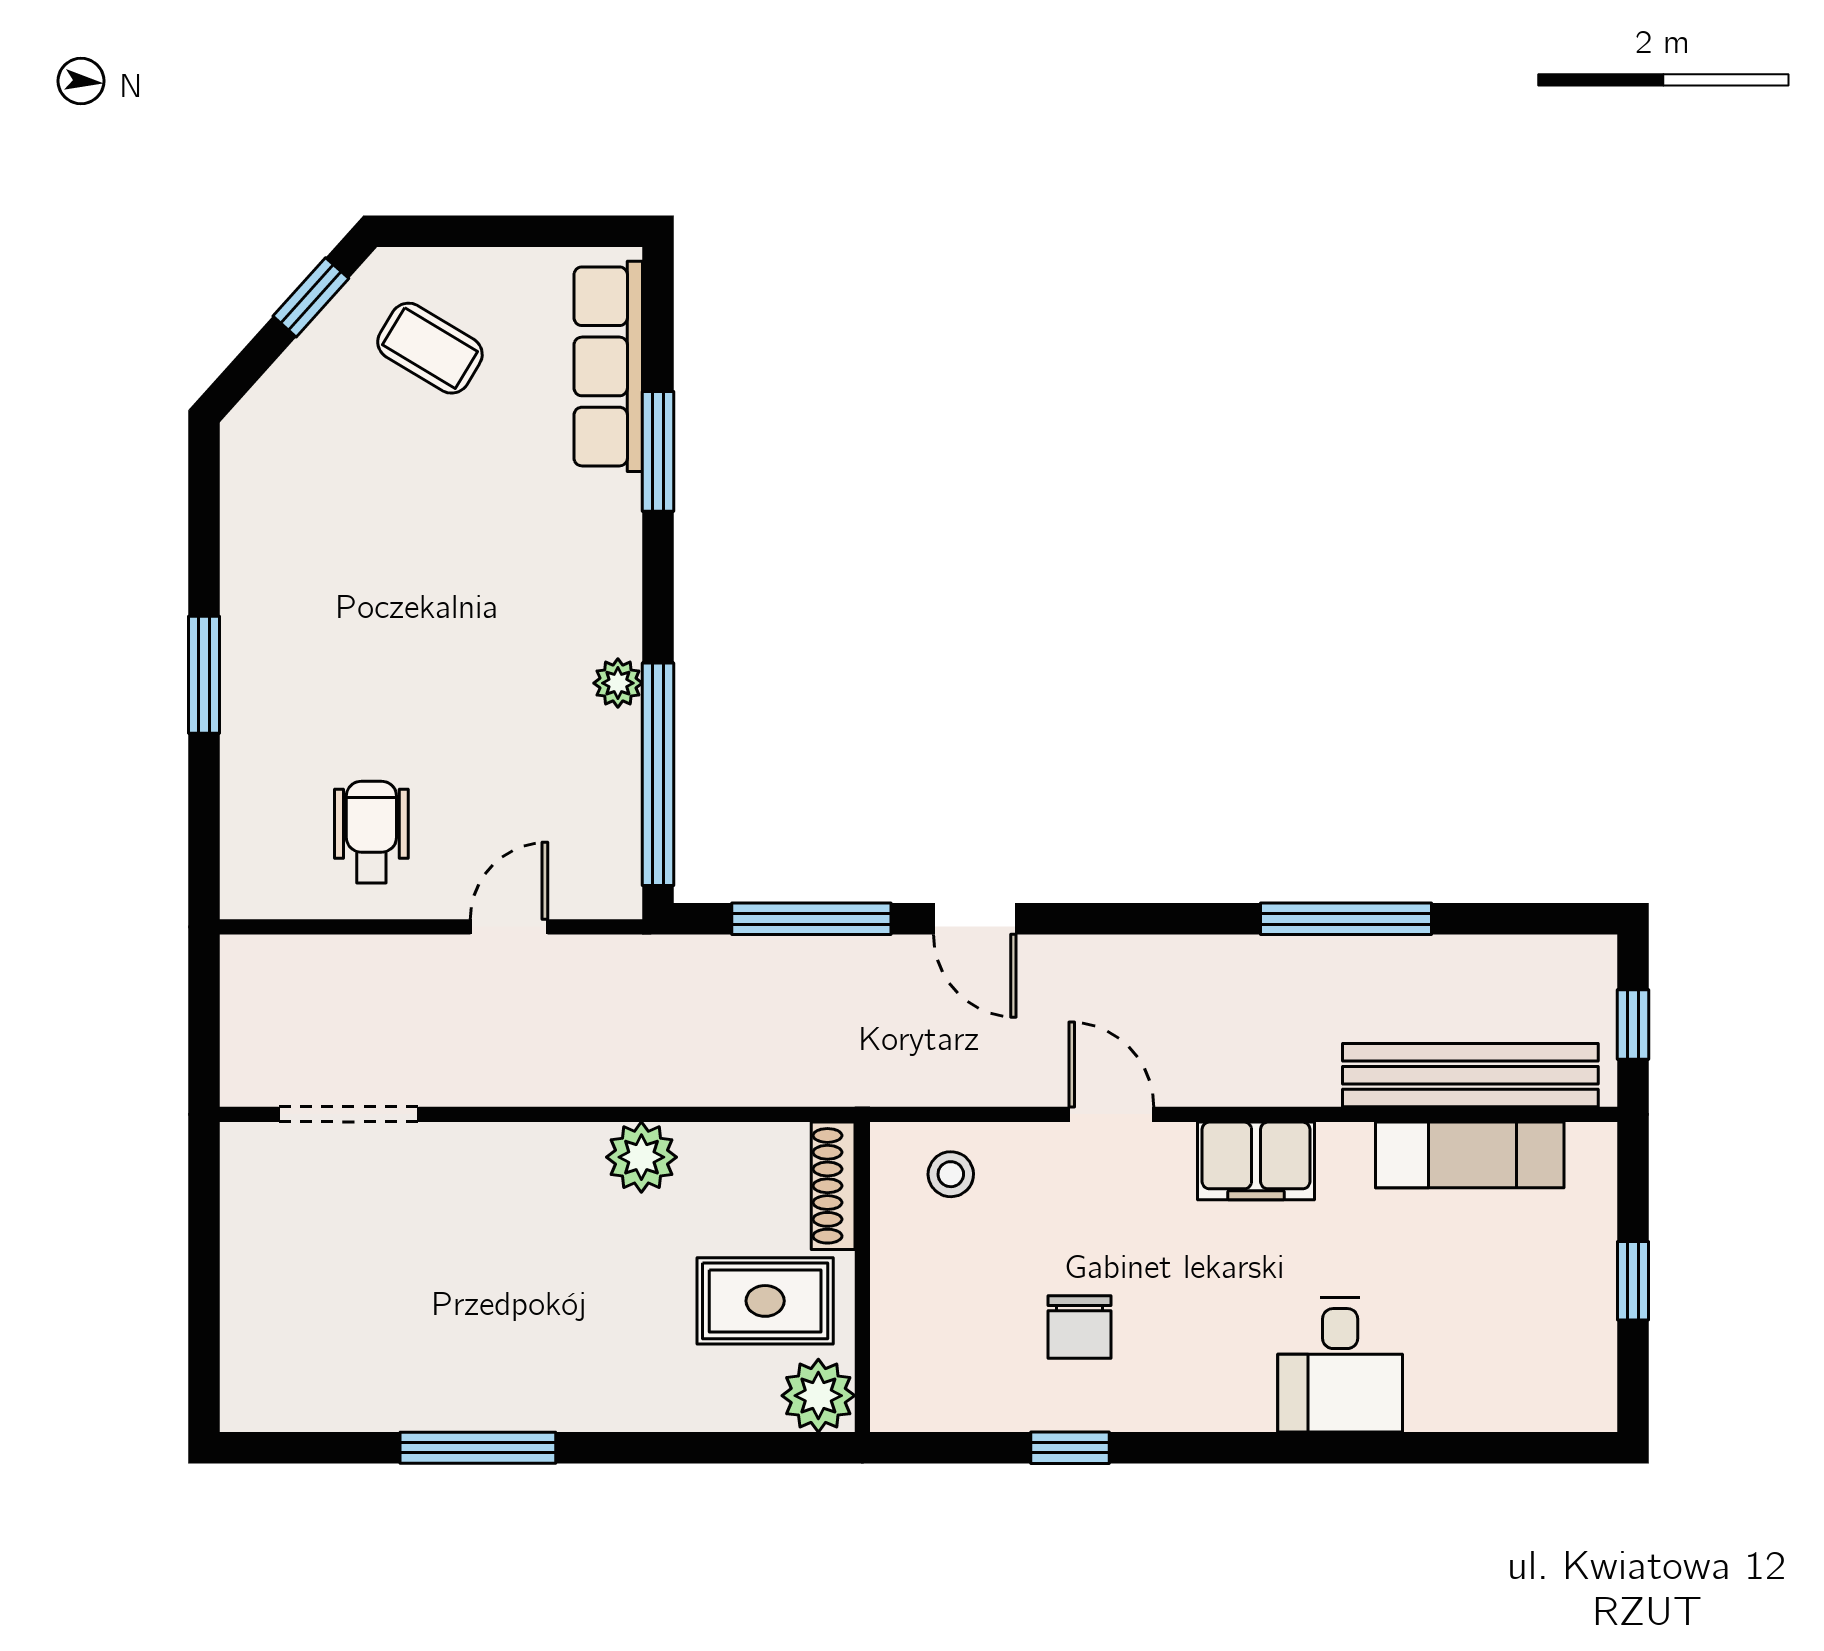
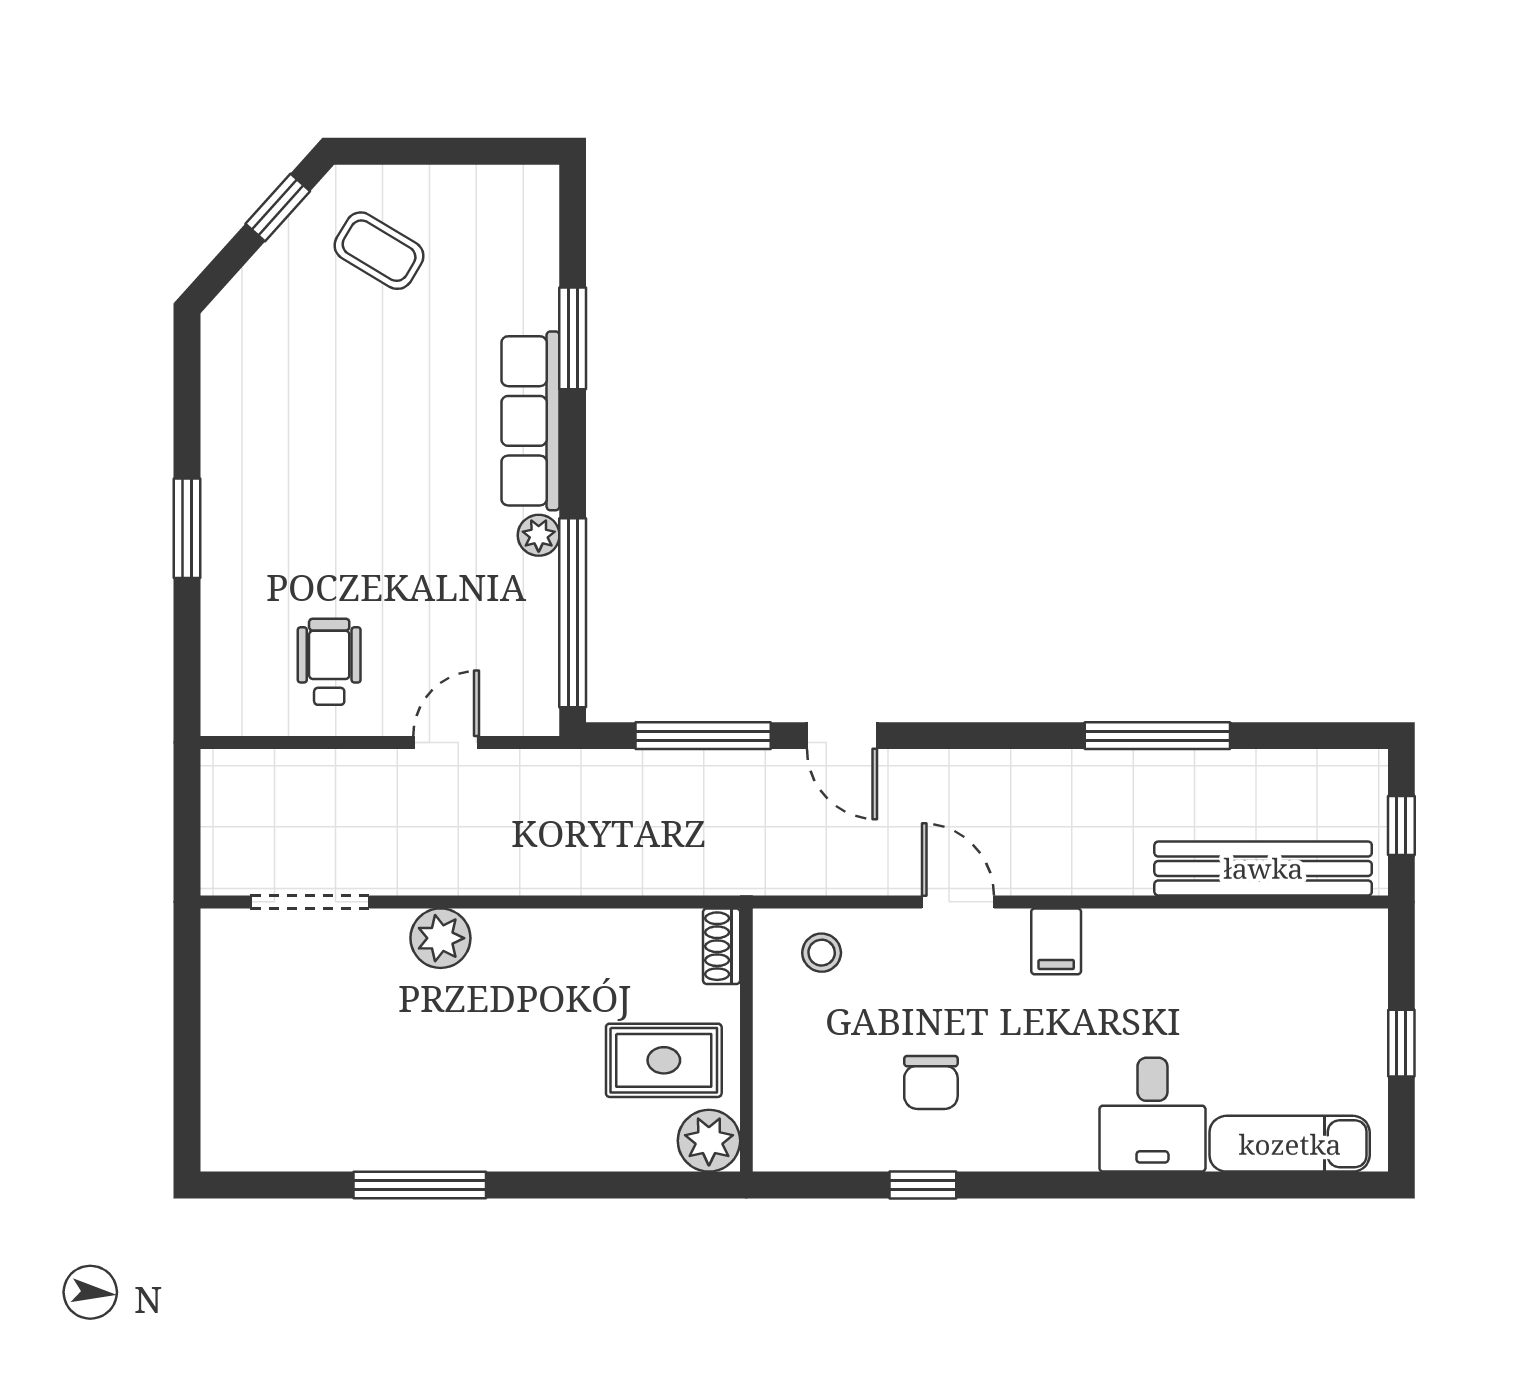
row of seats: (608, 366) -> (530, 421), moved
exam couch: (1470, 1155) -> (1290, 1144), moved, turned 180
plant: (641, 1157) -> (440, 938), moved
filing cabinet: (1256, 1161) -> (1056, 941), width x0.50
shoe rack: (833, 1186) -> (722, 946), width x0.70

